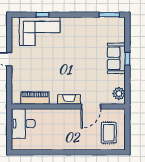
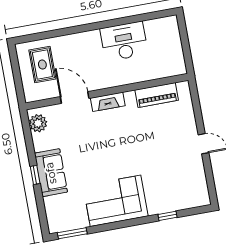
corner sofa: (40, 31) -> (116, 201), moved
door: (91, 106) -> (75, 97), hinge flipped
desk: (23, 124) -> (124, 41), moved, turned -90

